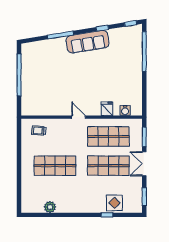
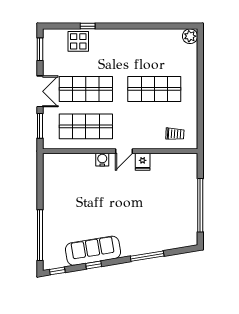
sofa: (88, 42) -> (93, 251), moved
fridge: (107, 109) -> (143, 162), moved
water cooler: (125, 110) -> (102, 160), moved
door: (79, 117) -> (124, 151), hinge flipped
plant: (50, 207) -> (190, 36), moved

